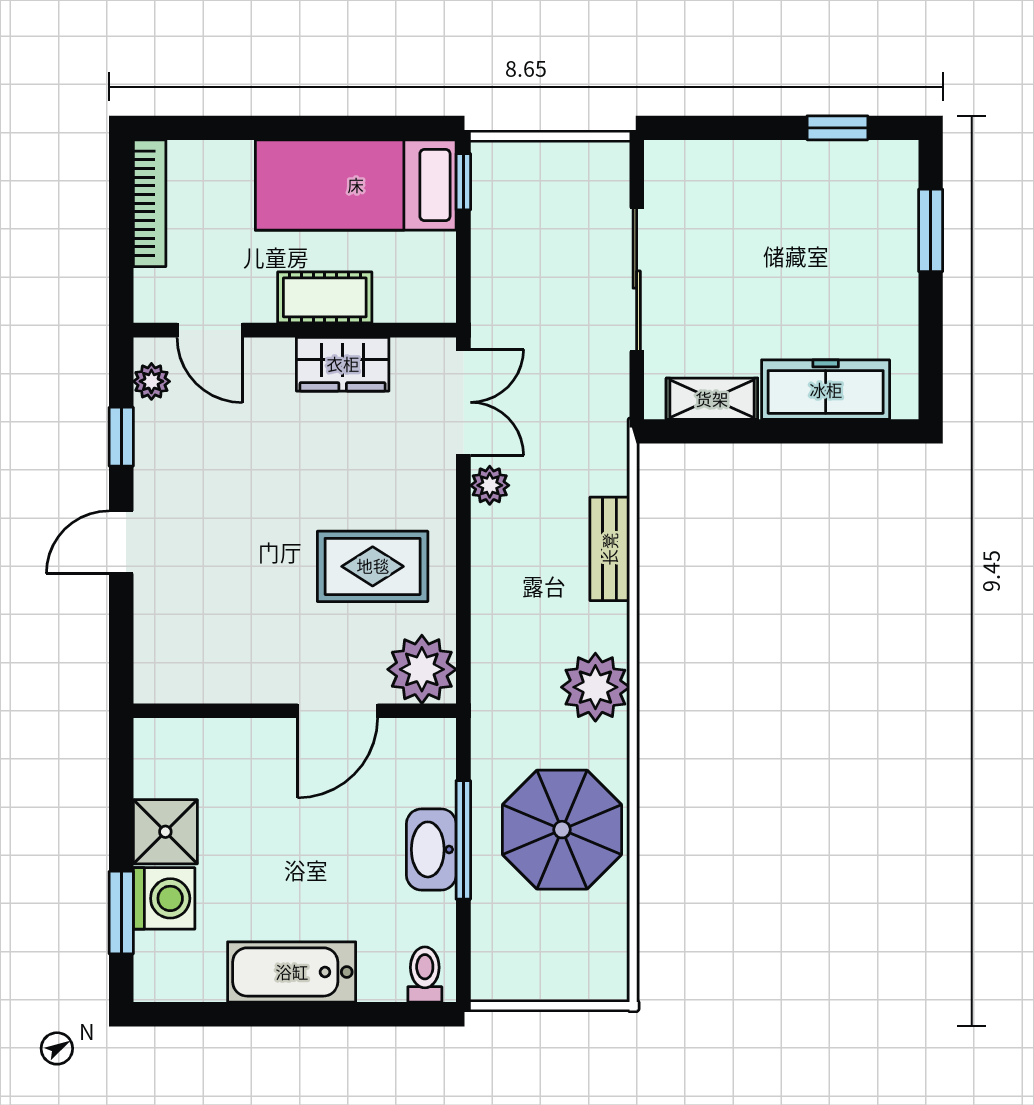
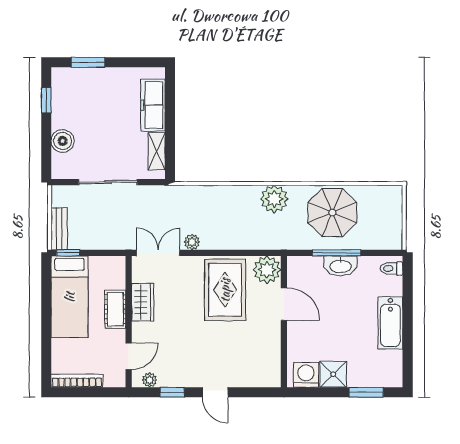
boiler: (738, 168) -> (63, 141), added
bench: (610, 549) -> (59, 229), moved, turned 90
rug: (373, 566) -> (225, 290), width x1.36, depth x1.43
washing machine: (164, 898) -> (306, 375), moved

